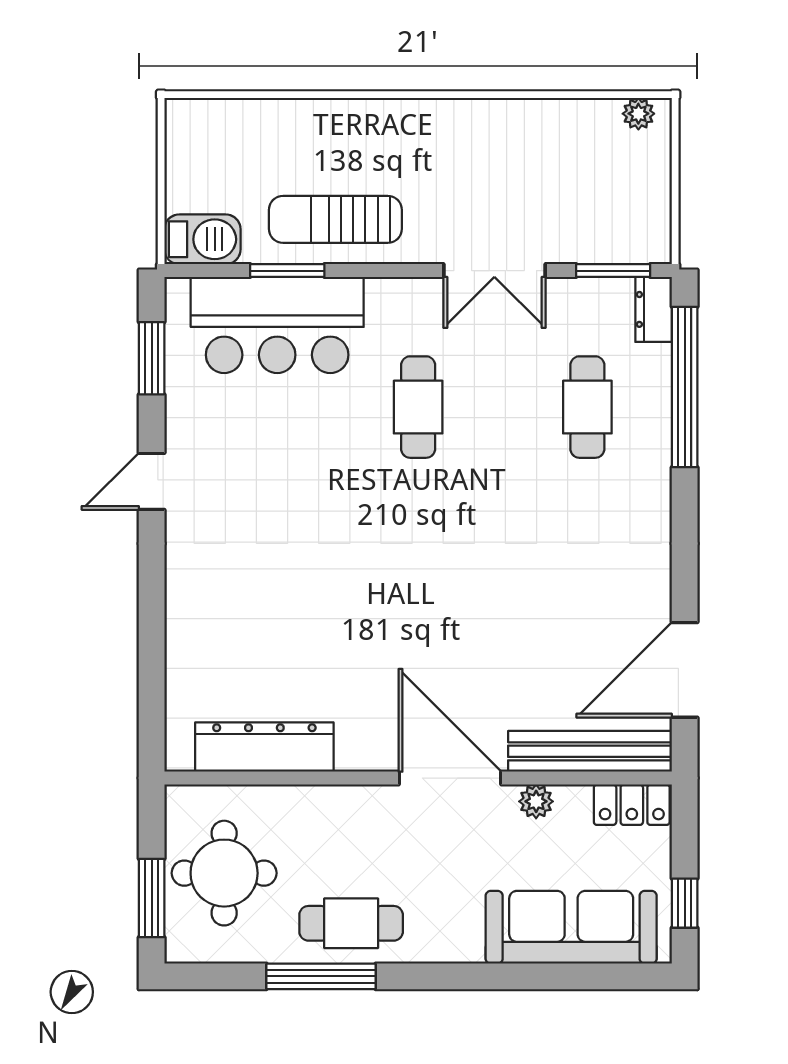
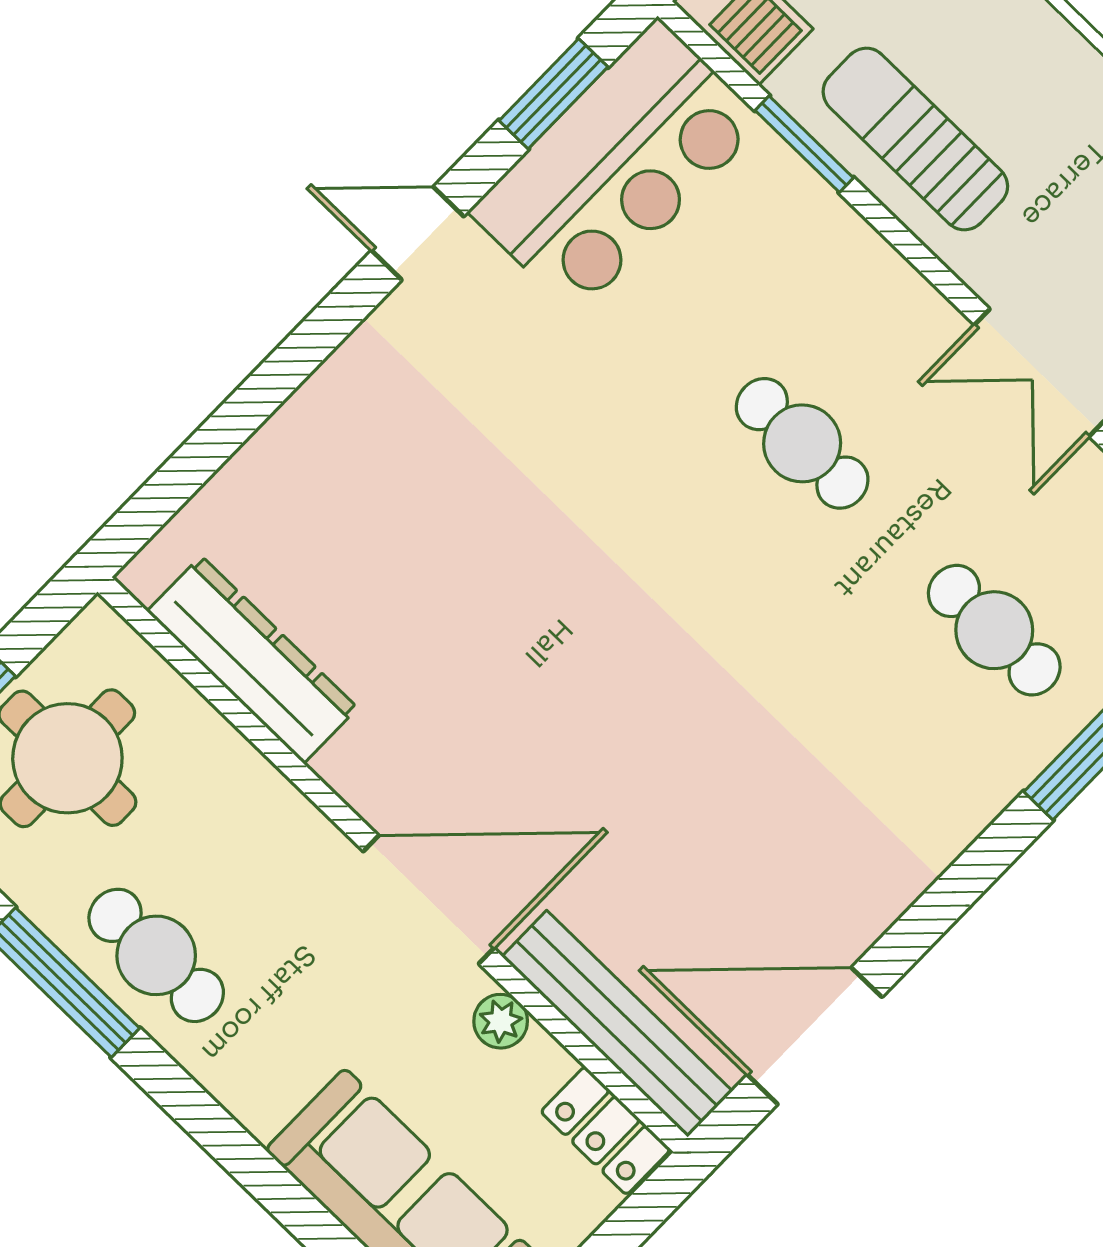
bar counter: (277, 325) -> (617, 167), moved, turned -90
cafe table: (418, 407) -> (802, 443), turned 90
cafe table: (587, 407) -> (994, 630), turned 90
door: (450, 778) -> (429, 900), hinge flipped

